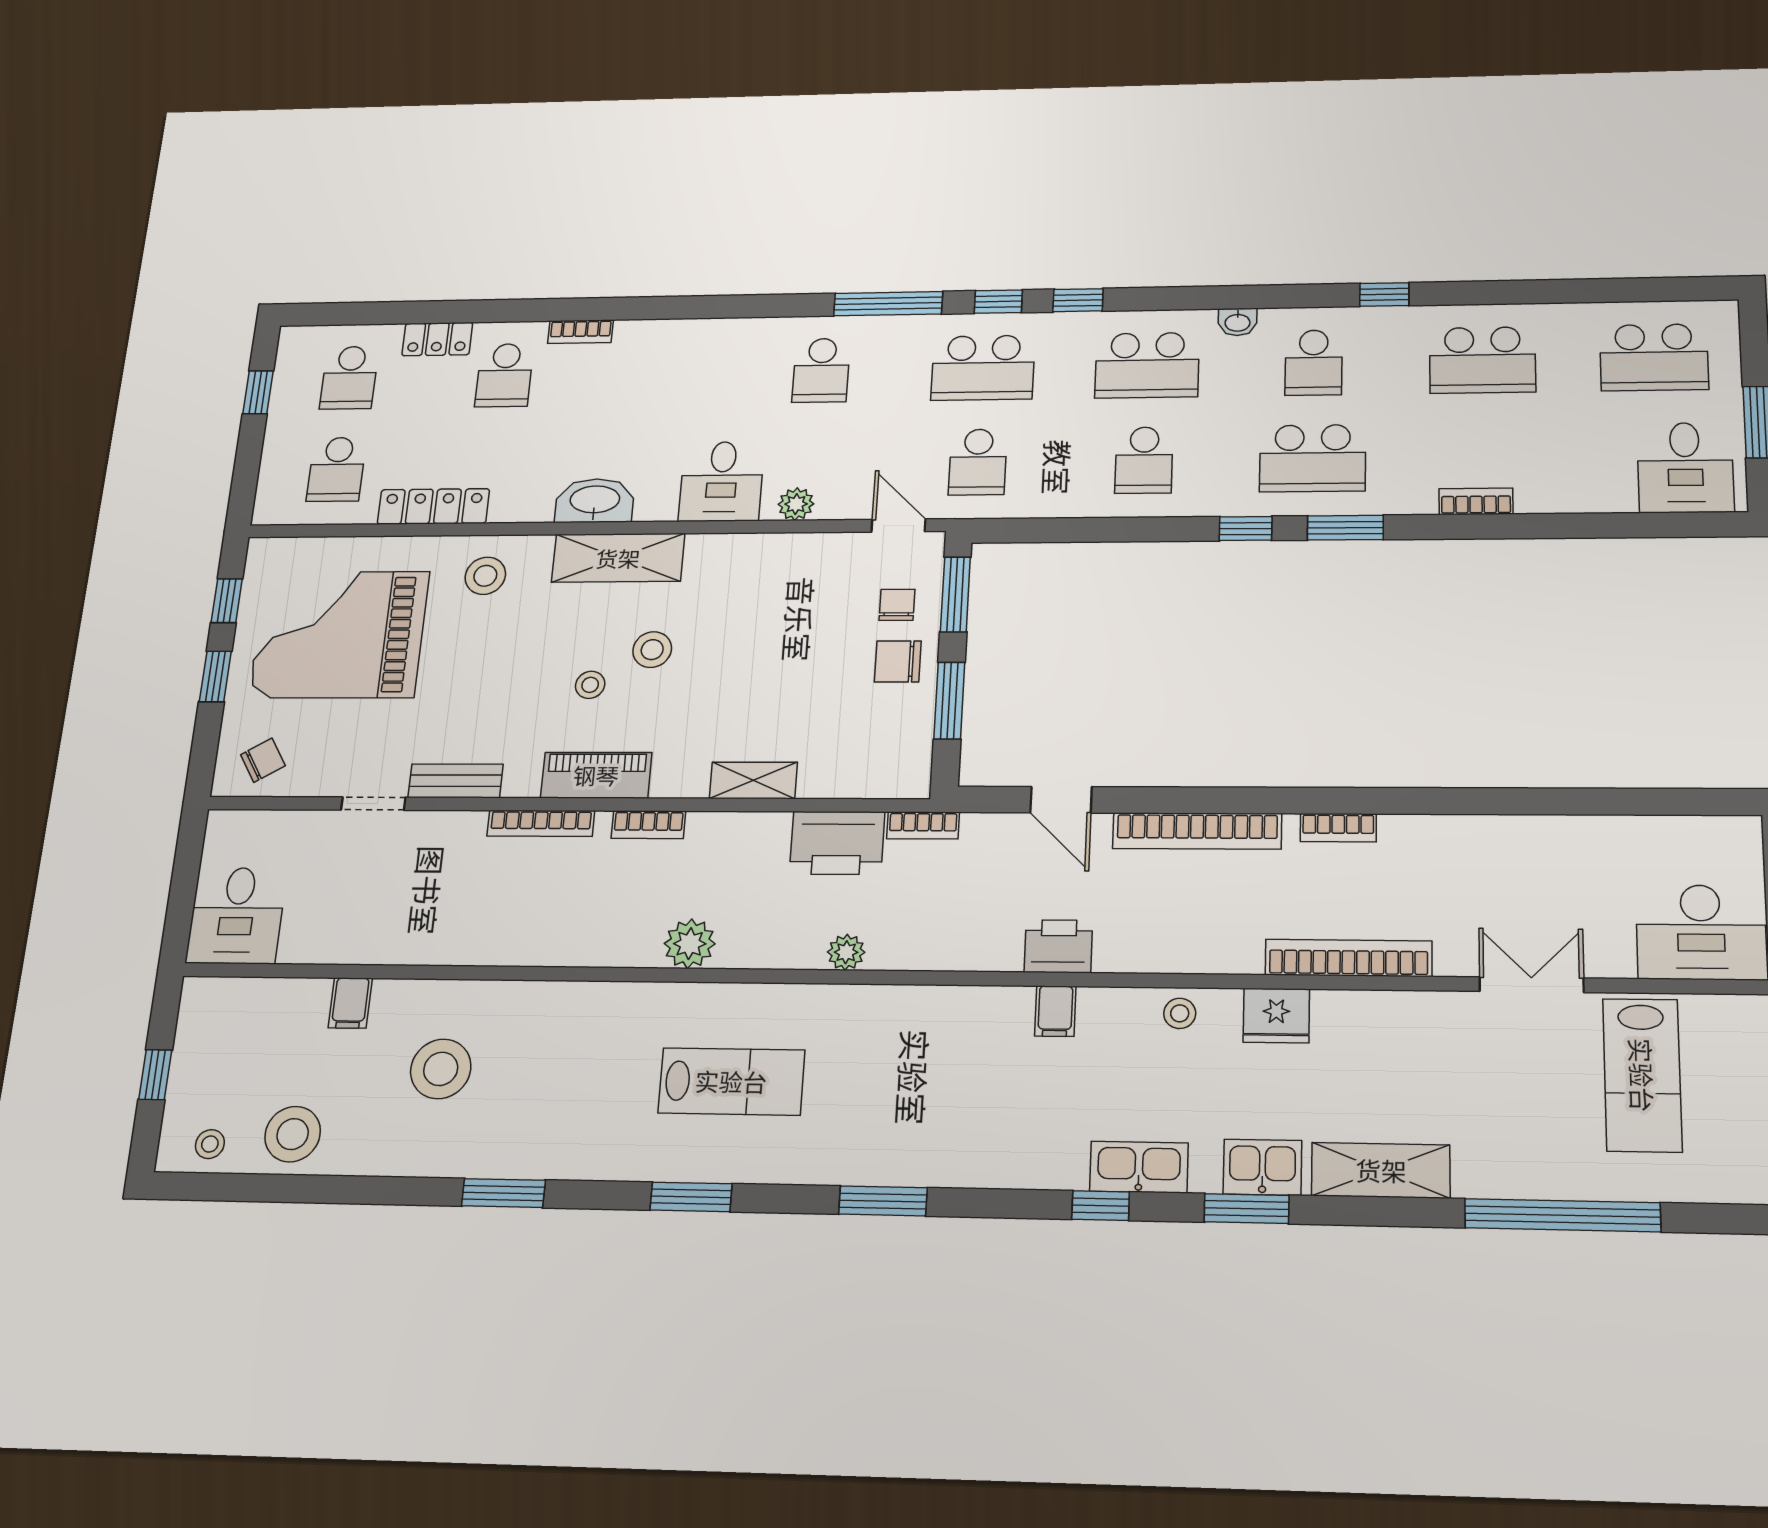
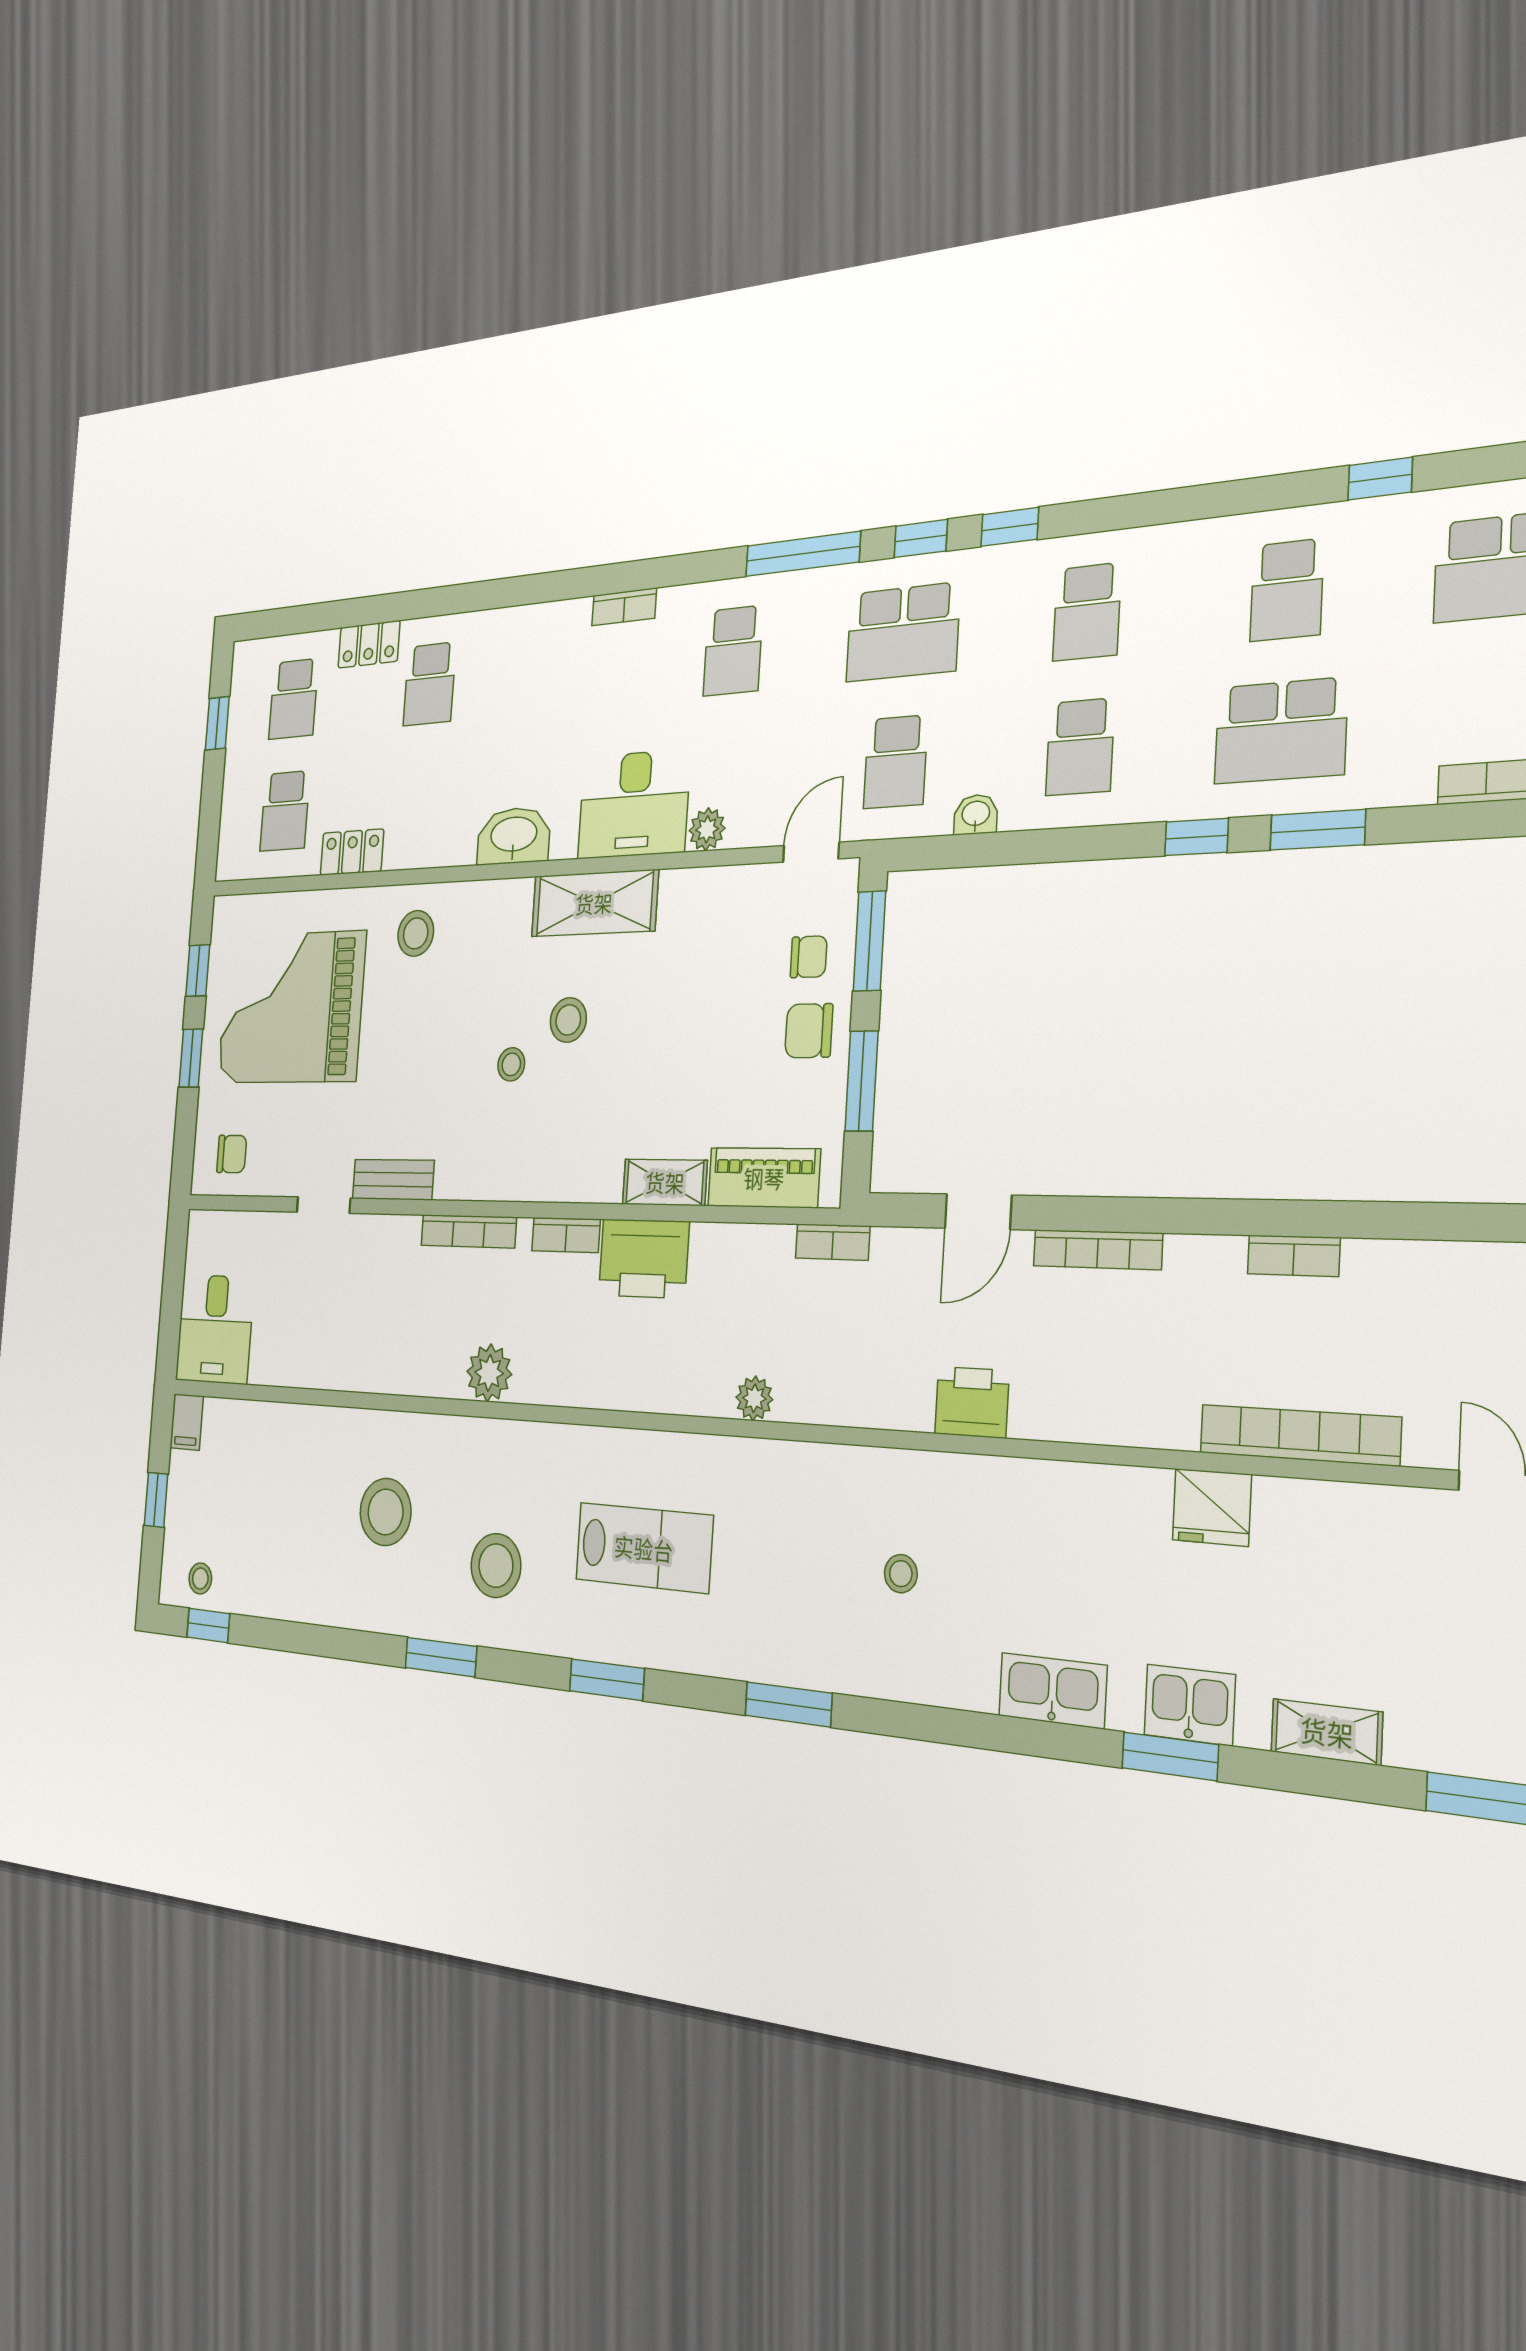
washbasin: (1238, 322) -> (976, 814), moved, turned 180
bookcase: (580, 332) -> (624, 607), moved
school desk: (1147, 365) -> (1087, 612), width x0.54
desk: (722, 481) -> (634, 804), width x1.37
locker: (433, 506) -> (352, 852), width x0.66
door: (898, 526) -> (811, 852), hinge flipped
shelving: (618, 558) -> (594, 903), moved
chair: (897, 605) -> (809, 957), turned 90
chair: (263, 760) -> (232, 1154), turned 31
piano: (596, 775) -> (764, 1178), moved
door: (1061, 800) -> (978, 1212), hinge flipped
bookcase: (1197, 831) -> (1097, 1250), width x0.68, depth x0.76
printer: (837, 843) -> (644, 1259), moved
plant: (690, 944) -> (489, 1373), moved
filing cabinet: (350, 1003) -> (187, 1422), moved
filing cabinet: (1055, 1011) -> (967, 1485), removed
stool: (1180, 1013) -> (901, 1574), moved
stool: (293, 1134) -> (496, 1566), moved
shelving: (1381, 1170) -> (1327, 1732), width x0.67, depth x0.75
window: (1101, 1206) -> (208, 1625), moved

